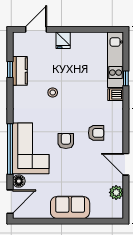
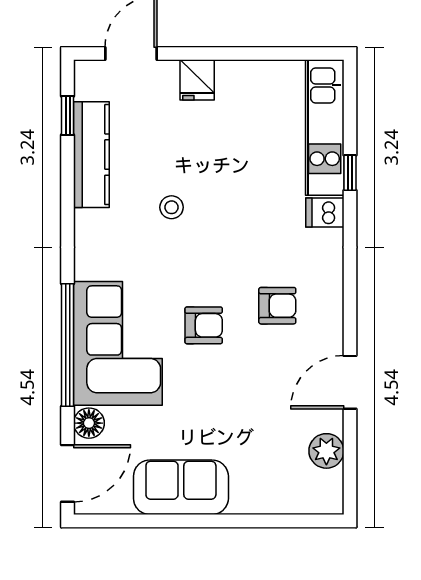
window: (10, 70) -> (68, 116), moved
kitchen counter: (20, 71) -> (91, 155), width x1.50
armchair: (66, 141) -> (204, 325), turned 90
door: (126, 164) -> (350, 382), hinge flipped
sofa: (70, 207) -> (181, 487), moved

